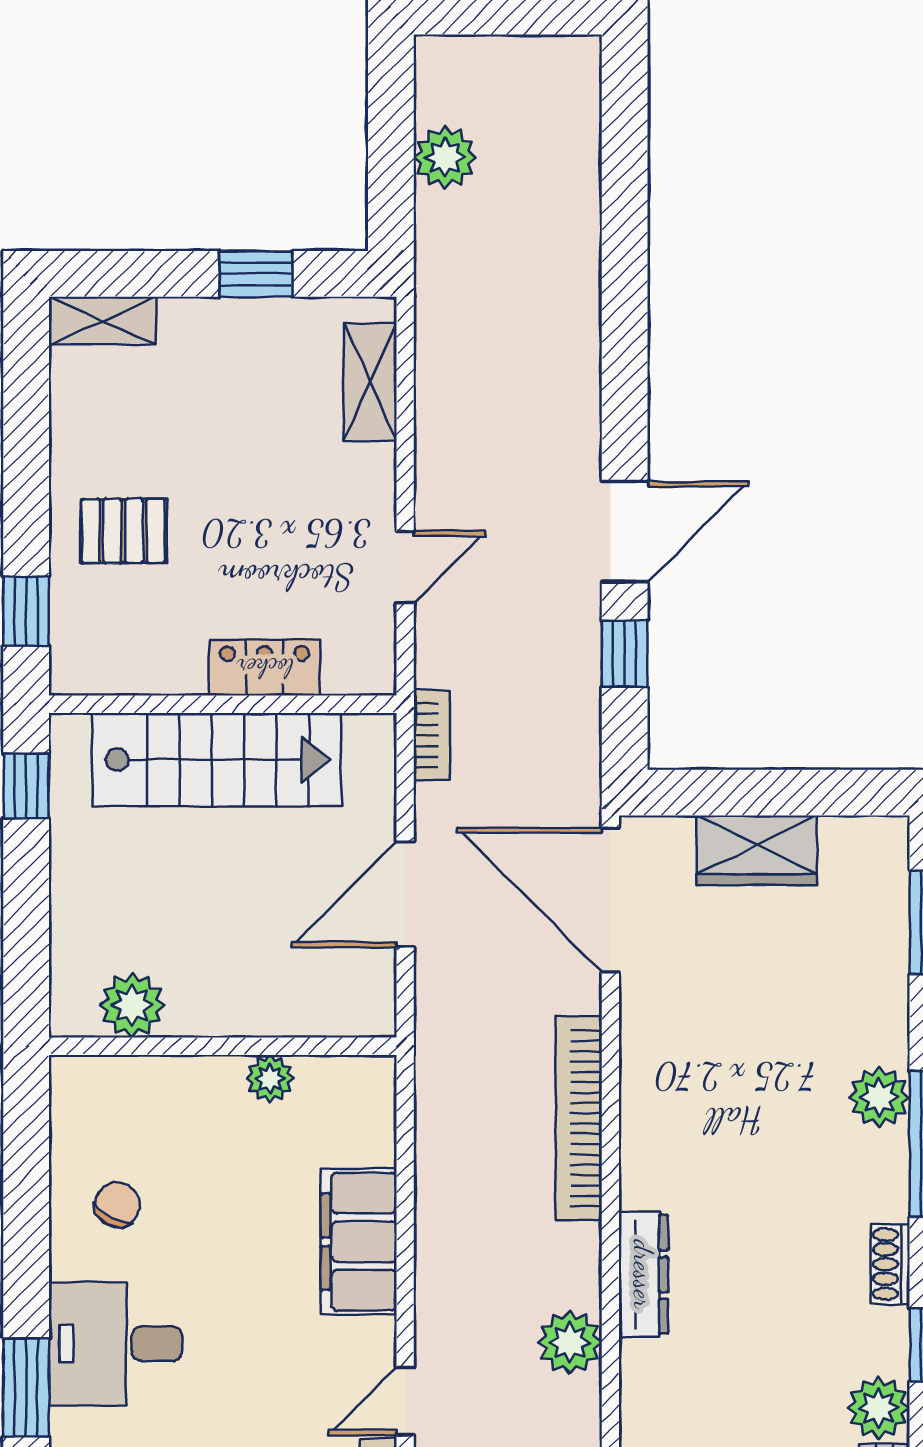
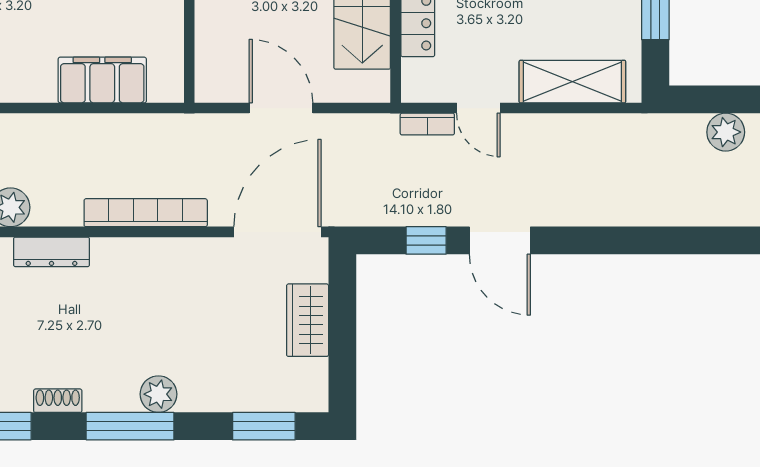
shelving: (370, 382) -> (572, 82), width x1.50, depth x1.33
bookcase: (432, 735) -> (427, 124), moved
plant: (270, 1079) -> (170, 26), removed
filing cabinet: (359, 1242) -> (102, 80), moved

